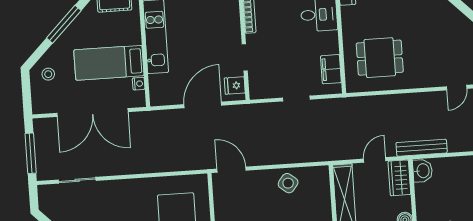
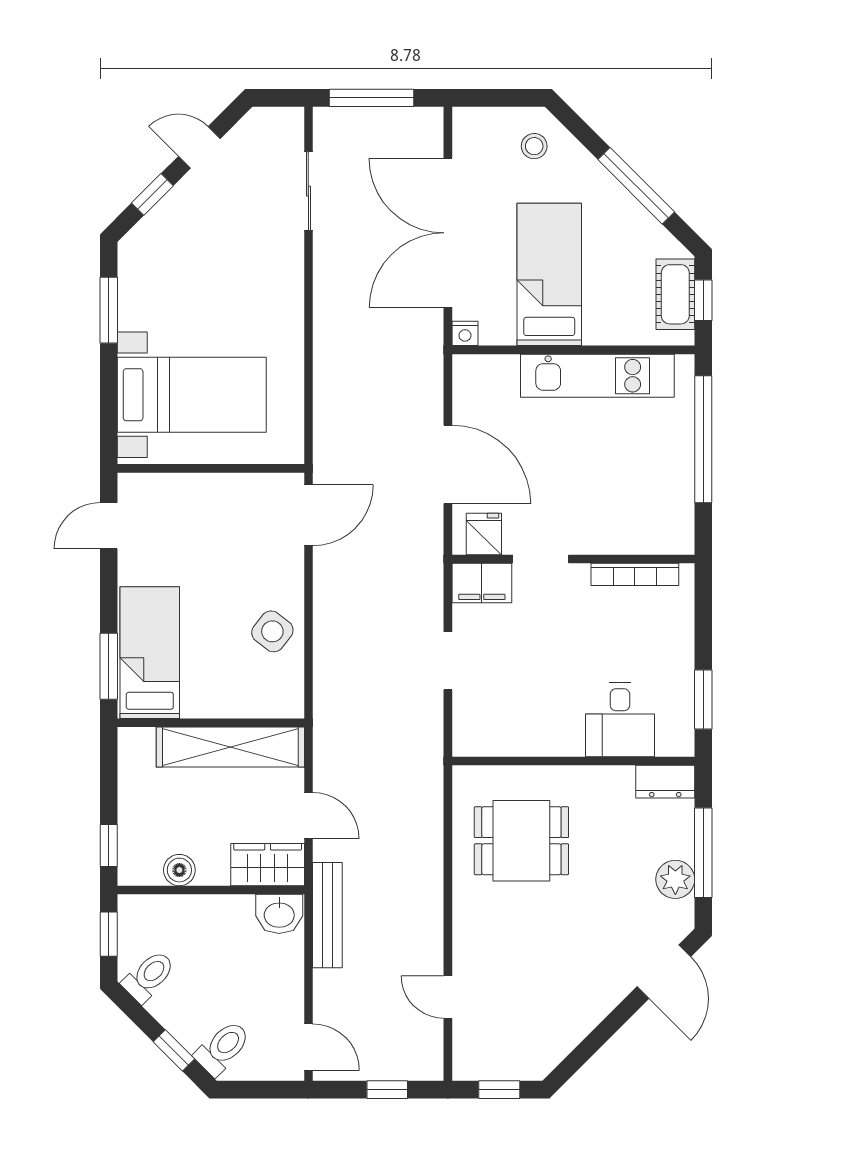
dining table: (380, 58) -> (521, 841), turned 90
filing cabinet: (331, 69) -> (482, 583), moved, turned 180
nightstand: (139, 84) -> (465, 333), moved

